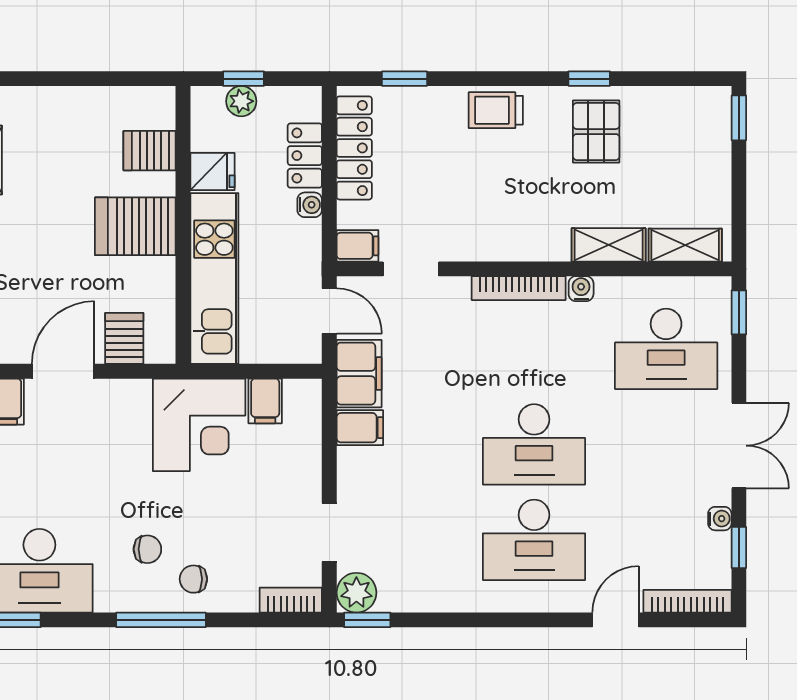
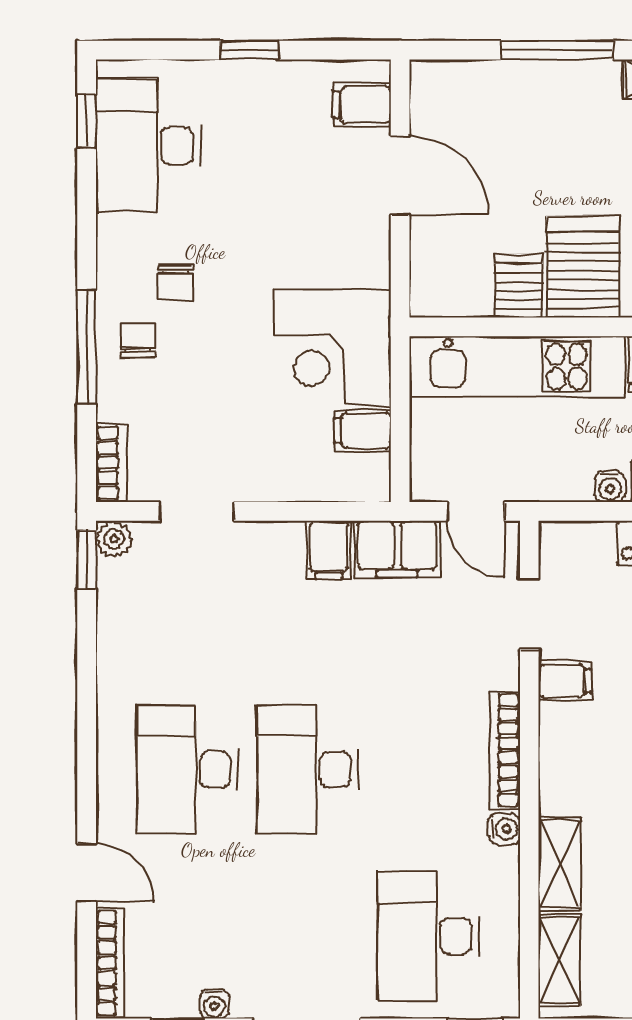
filing cabinet: (358, 246) -> (565, 681), moved, turned -90
door: (329, 311) -> (476, 511), hinge flipped
server rack: (124, 338) -> (519, 286), moved, turned -90
plant: (356, 593) -> (114, 539), width x0.73, depth x0.73
window: (161, 620) -> (87, 347), moved

